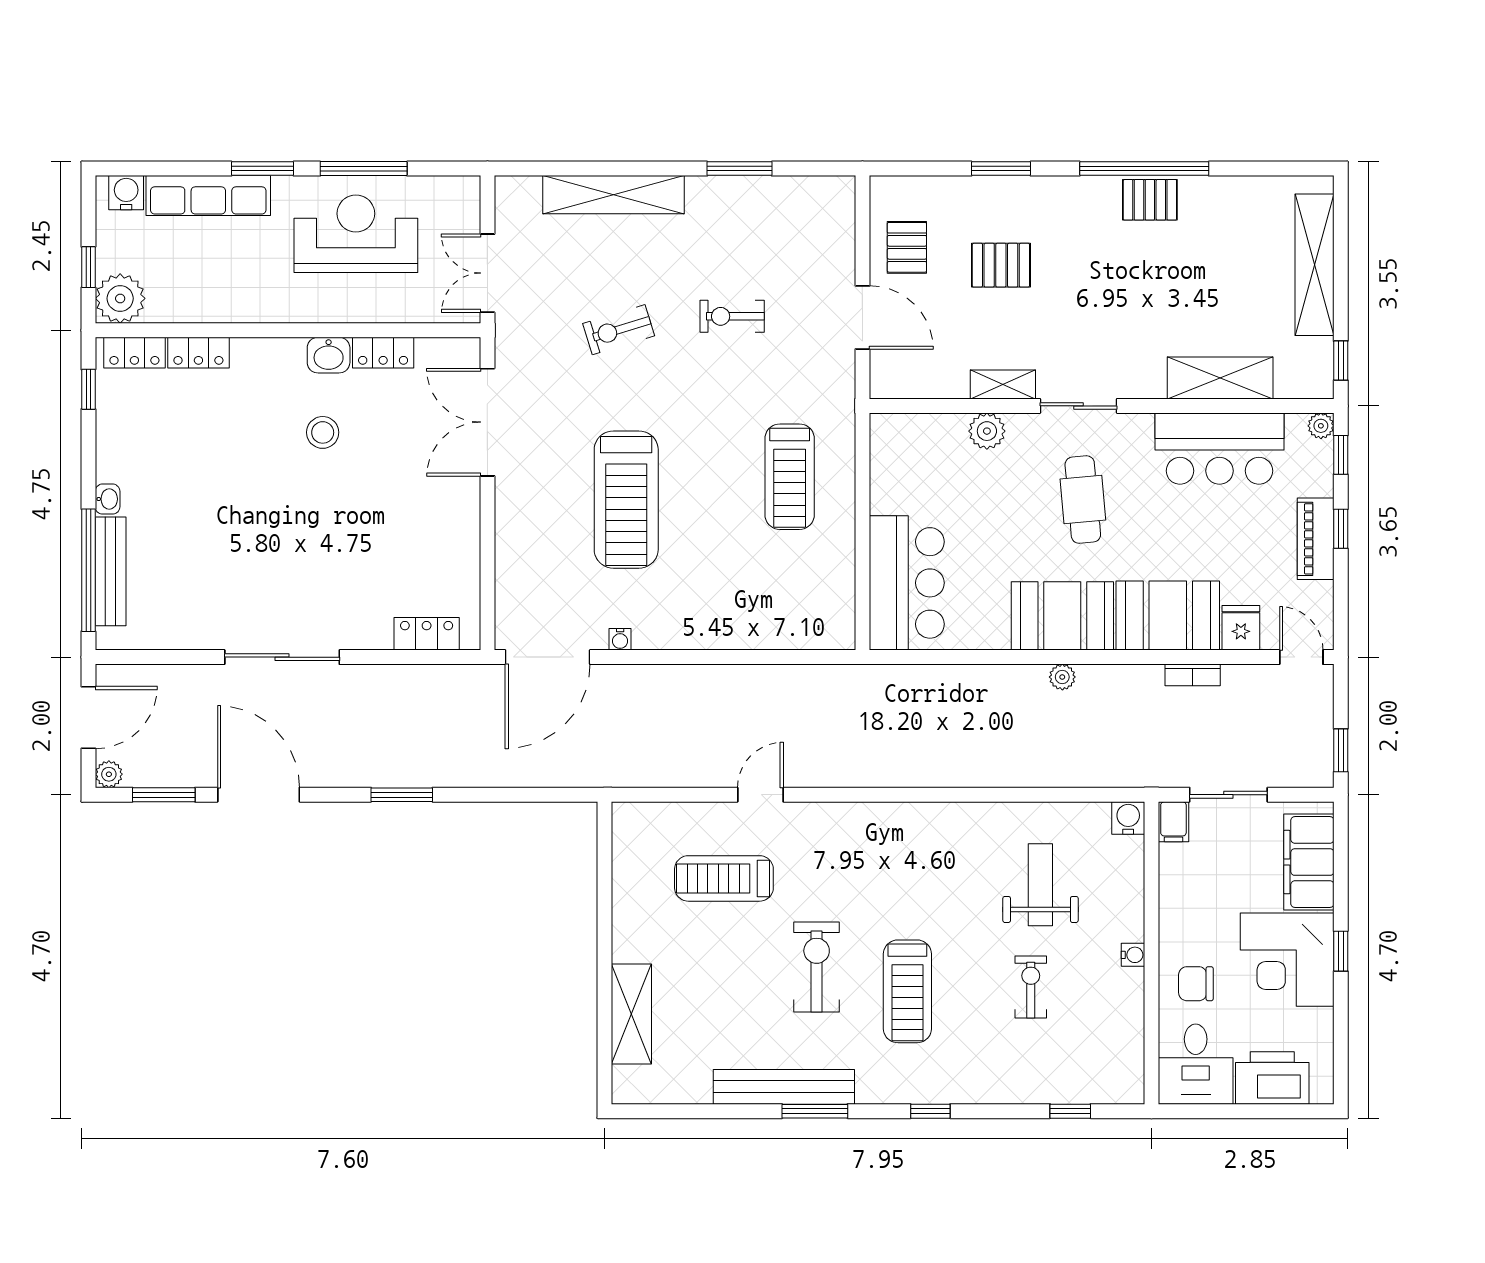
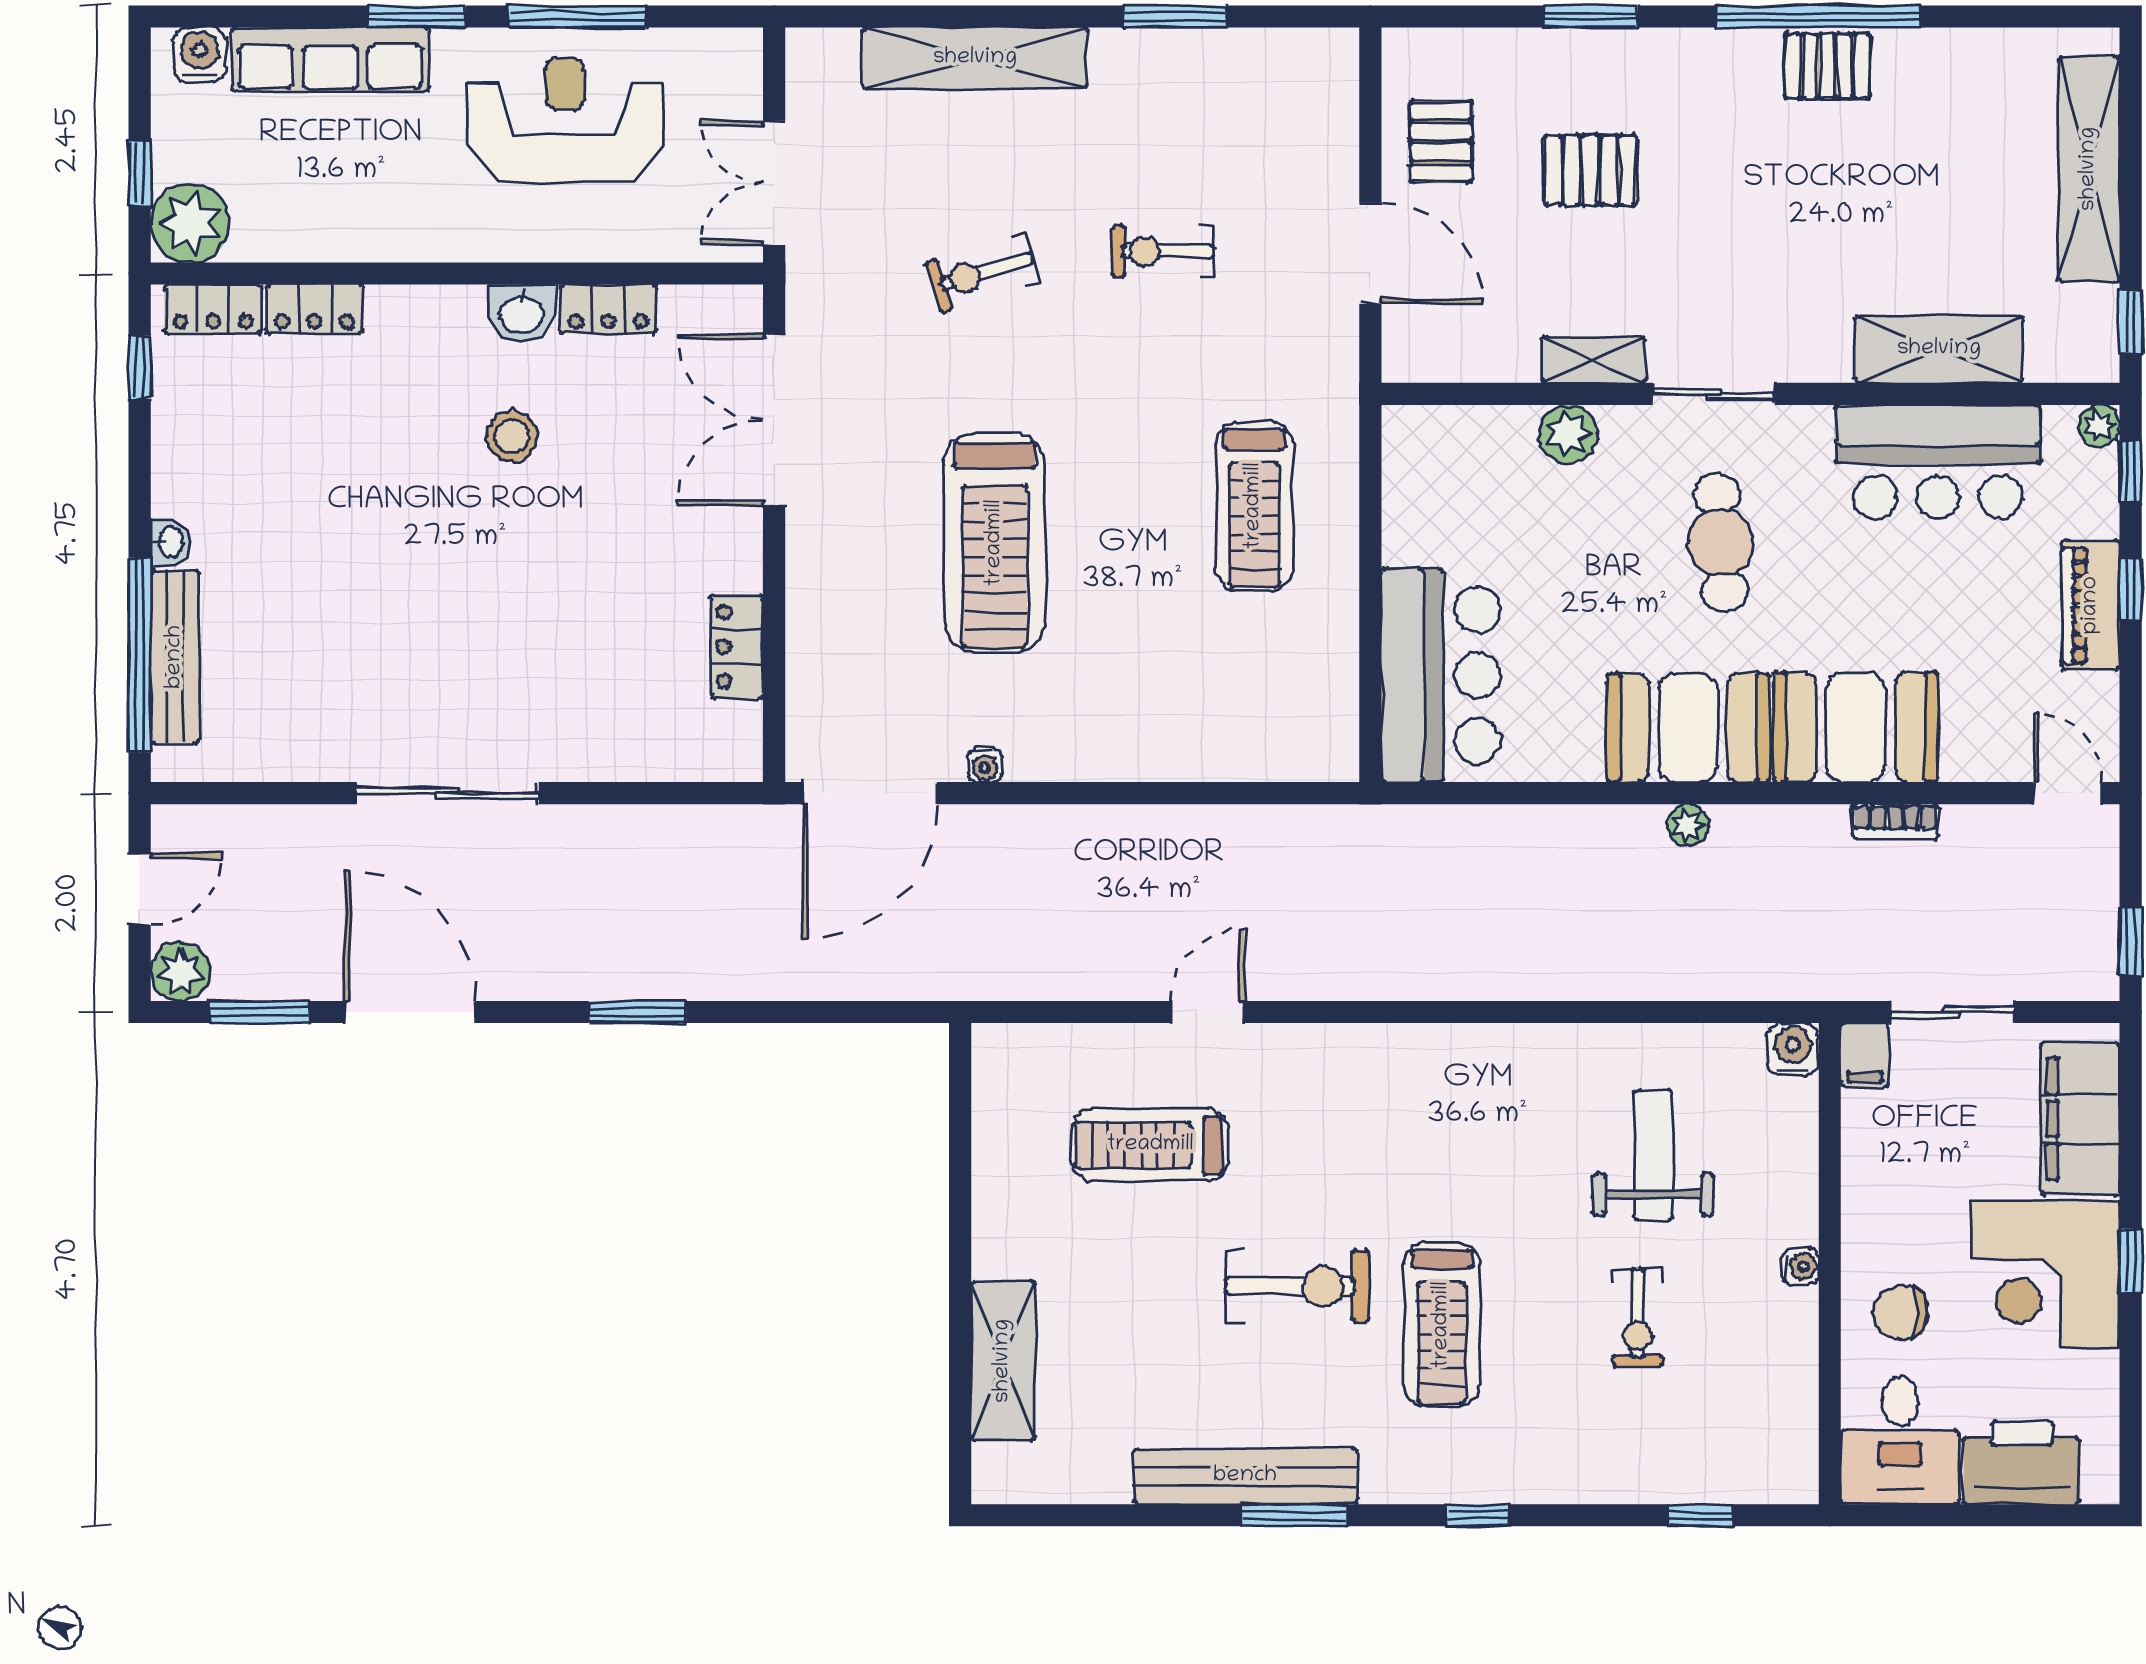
fridge: (1241, 628) -> (1972, 747), removed
locker: (427, 634) -> (737, 647), moved, turned -90
door: (88, 718) -> (140, 889), width x0.73
plant: (109, 774) -> (180, 971), width x1.38, depth x1.38
exercise bike: (817, 967) -> (1297, 1286), turned 90
exercise bike: (1031, 987) -> (1638, 1318), turned 180

